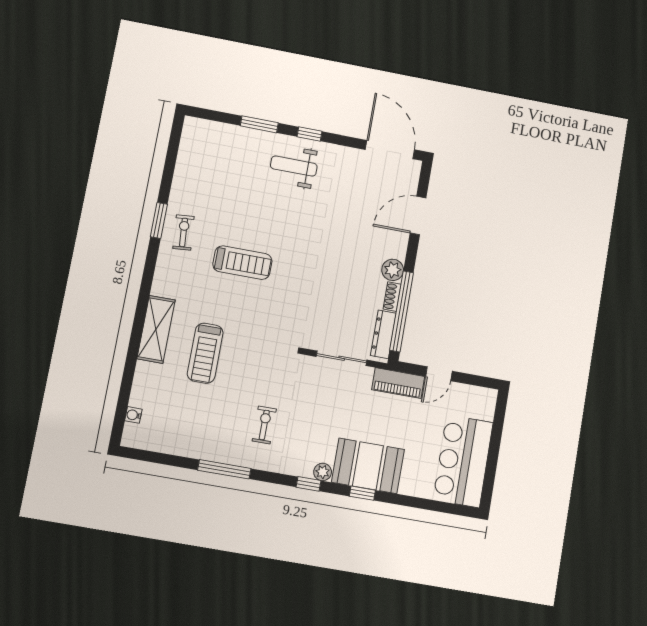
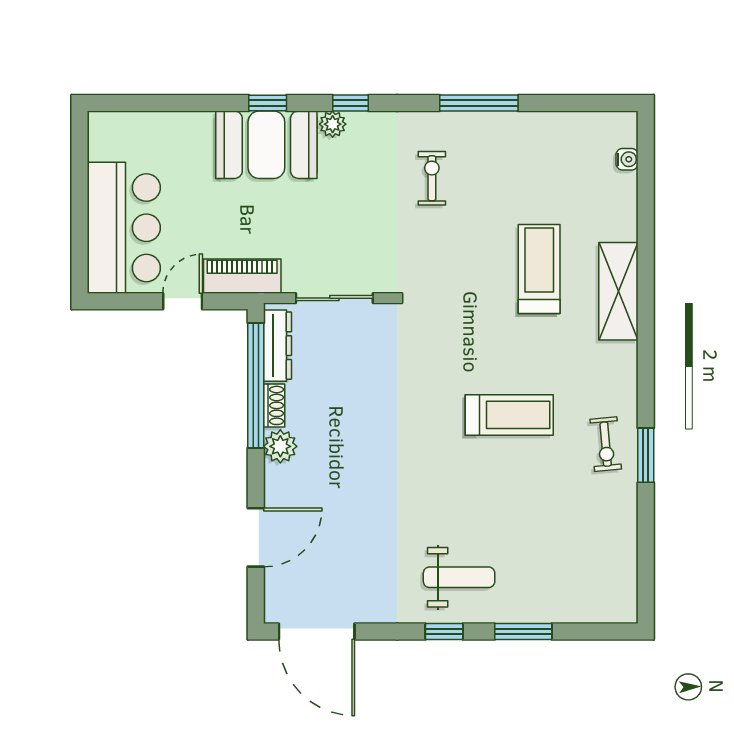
treadmill: (242, 263) -> (509, 415), turned 180
exercise bike: (264, 425) -> (432, 178), turned 180
bar counter: (463, 461) -> (124, 228), moved

